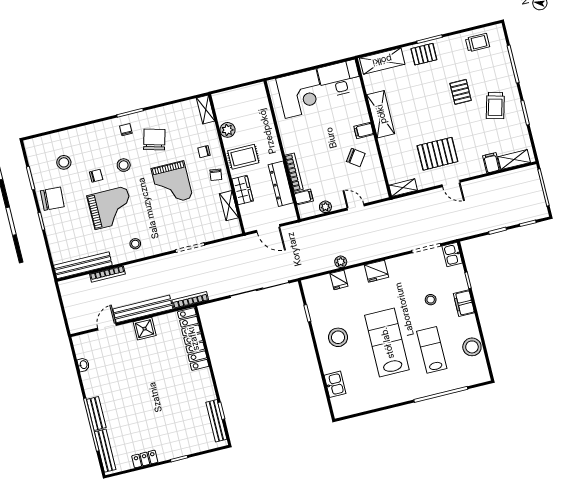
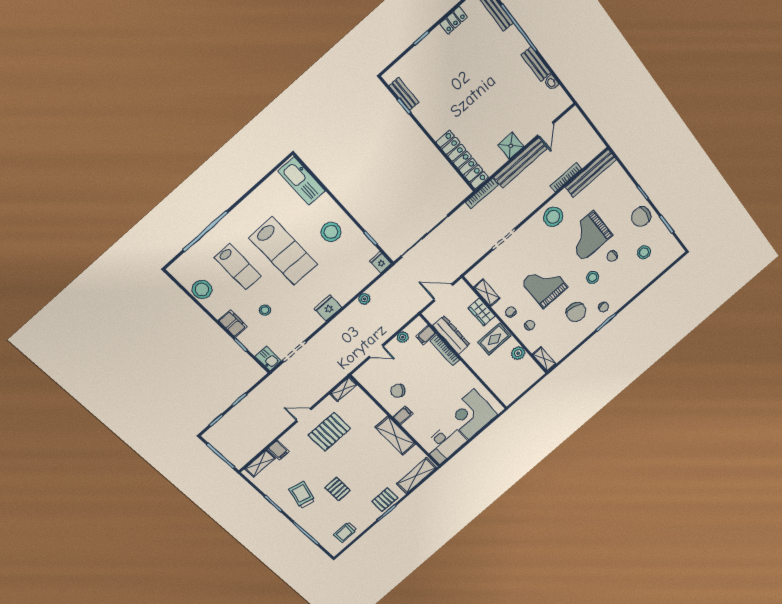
stool: (135, 244) -> (553, 217), width x1.89, depth x1.89
fridge: (339, 280) -> (380, 262), moved
kitchen sink: (335, 384) -> (302, 181), width x1.88, depth x1.24
bench: (96, 413) -> (536, 64), moved
bench: (216, 421) -> (404, 94), width x0.73

